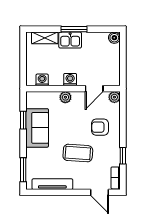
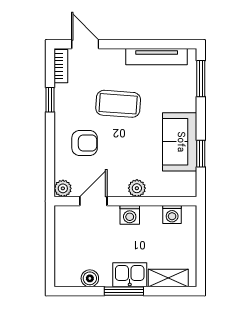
boiler: (114, 38) -> (90, 278), moved

